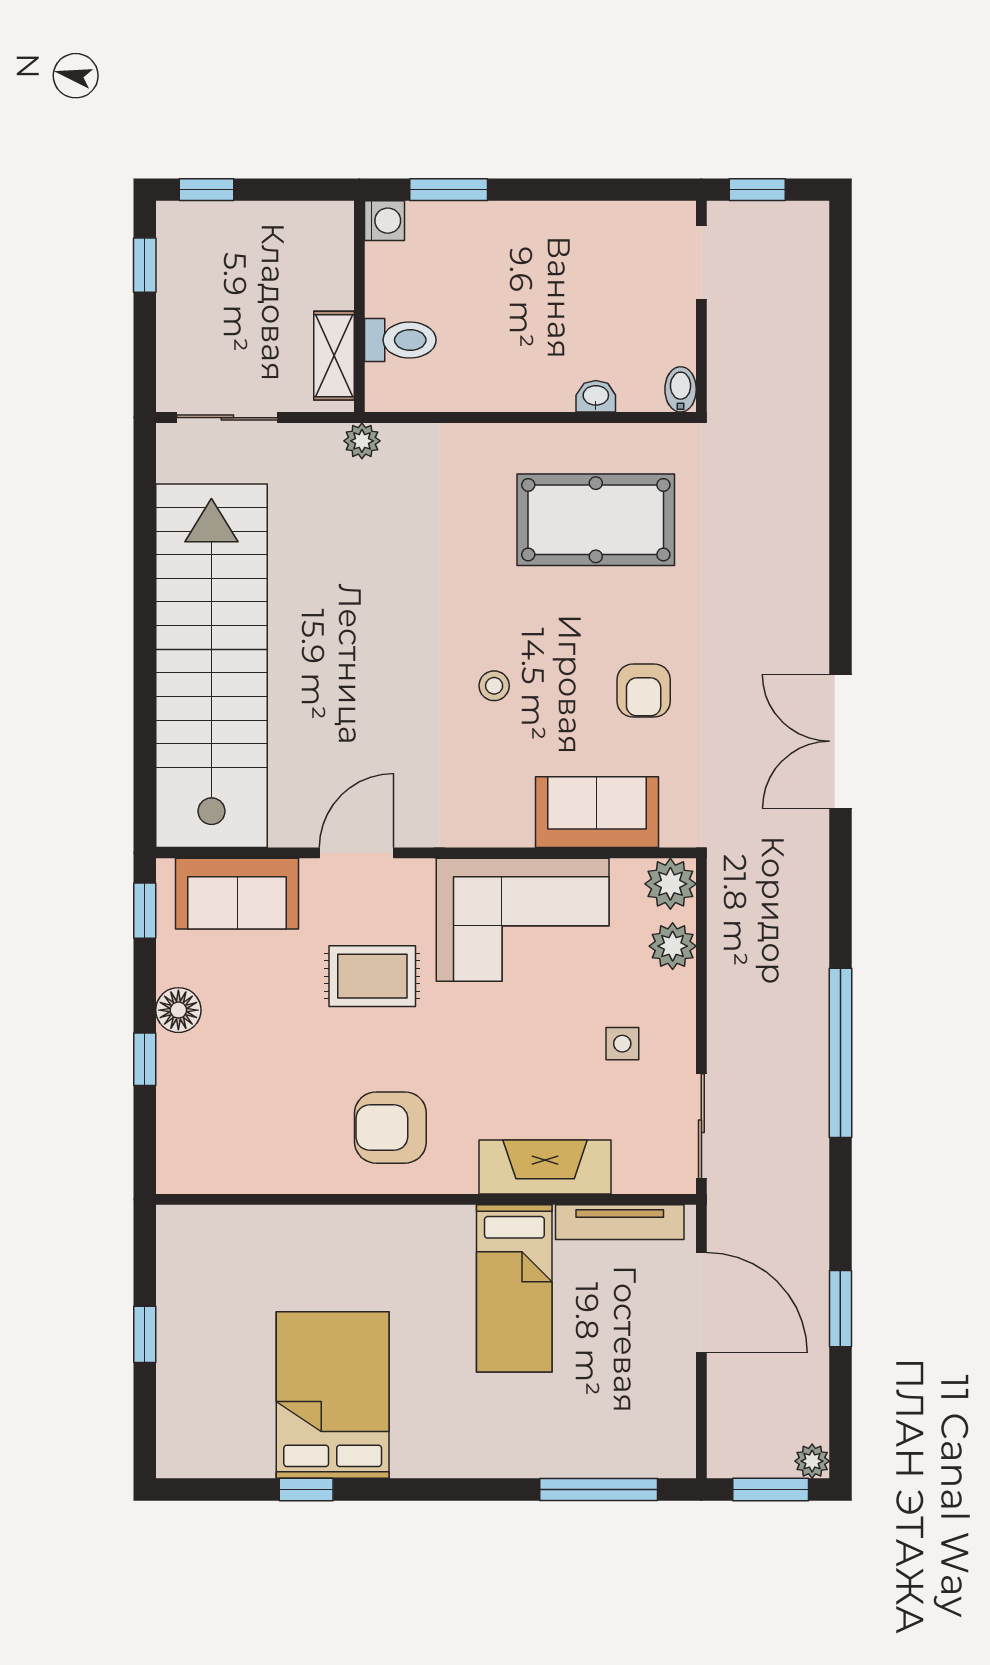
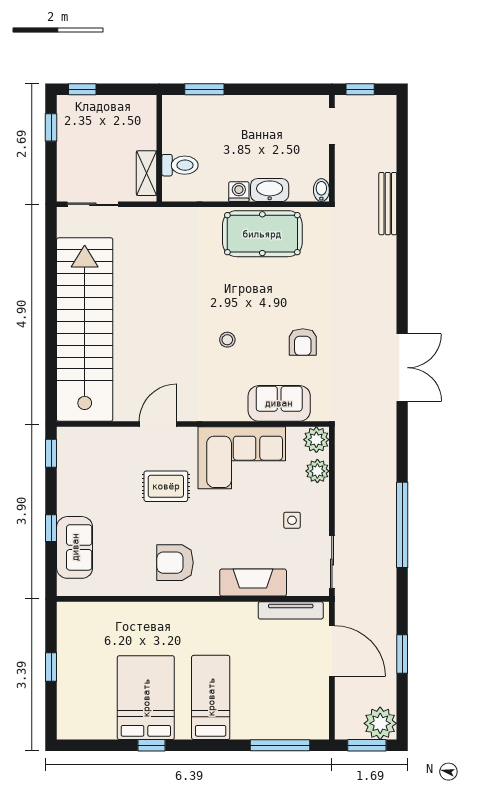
washing machine: (385, 221) -> (239, 192), moved, turned -90
washbasin: (596, 396) -> (270, 190), width x1.91, depth x1.45
bench: (812, 416) -> (388, 204), added
plant: (362, 441) -> (161, 216), removed
pool table: (596, 520) -> (262, 234), moved
double door: (840, 741) -> (402, 368), swing flipped
sofa: (237, 894) -> (75, 547), moved, turned -90
floor lamp: (178, 1010) -> (68, 503), removed
bed: (514, 1288) -> (211, 697), moved, turned 180
plant: (812, 1461) -> (380, 723), width x1.88, depth x1.88
window: (306, 1489) -> (152, 745), moved

